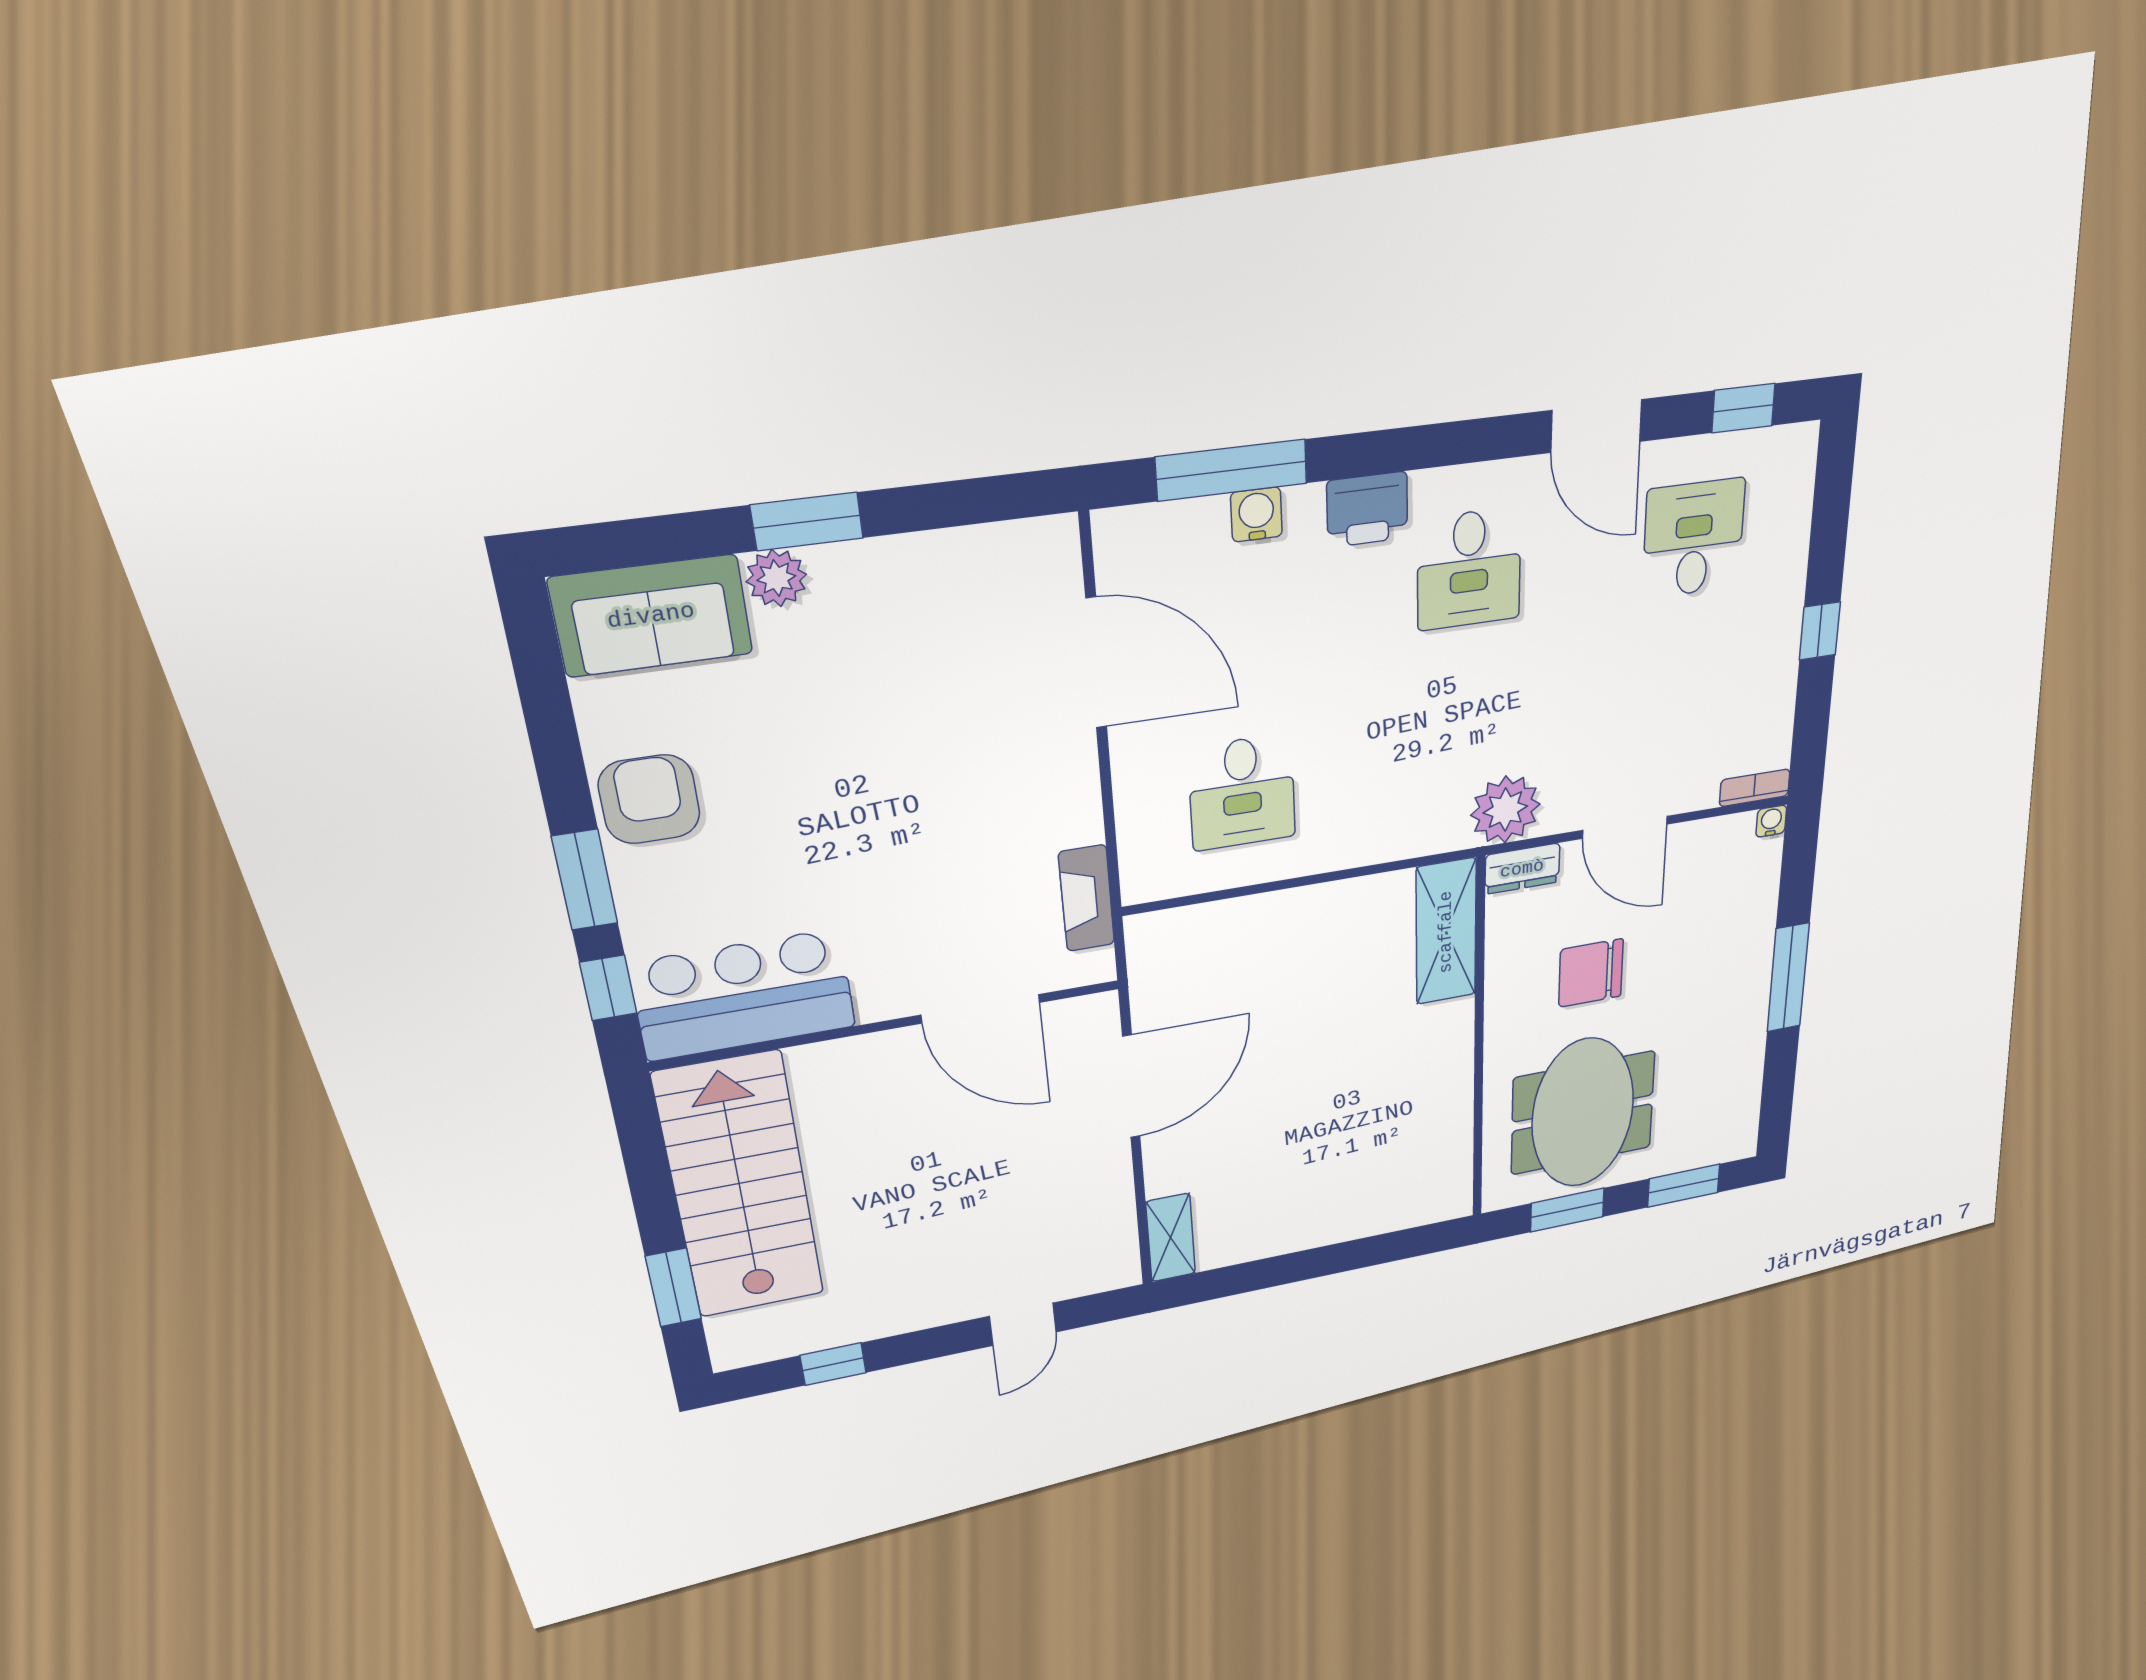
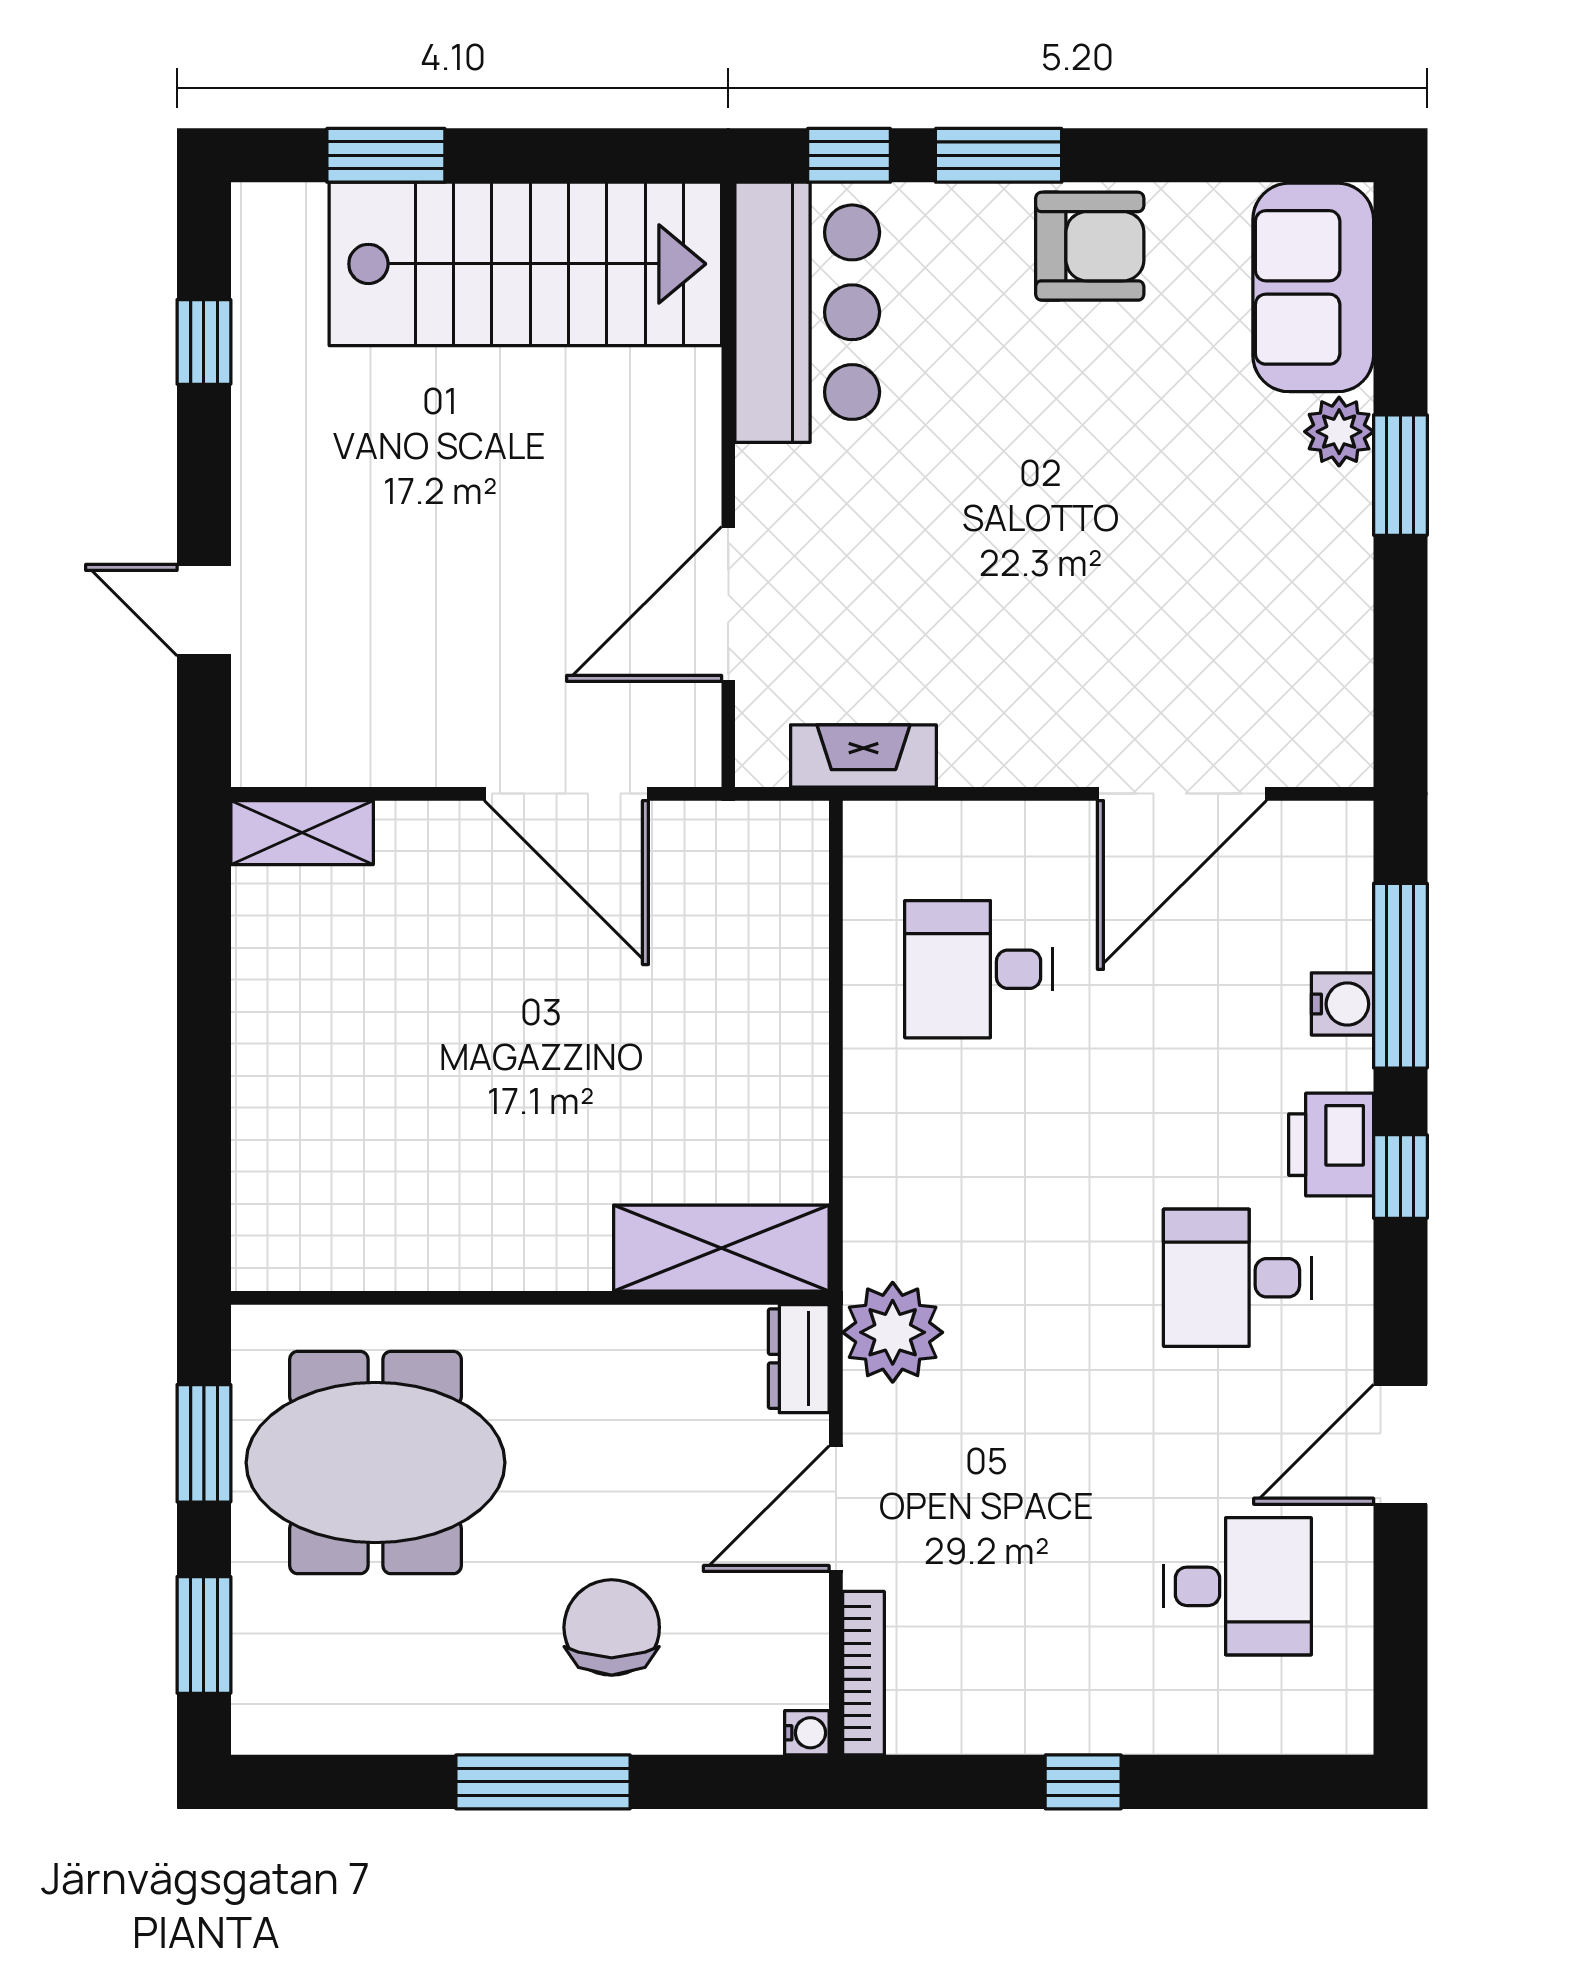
window: (1743, 408) -> (1400, 1176), moved
bookcase: (1755, 788) -> (863, 1673), width x1.56
chair: (1591, 973) -> (612, 1627), moved

